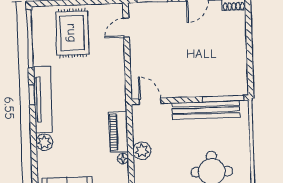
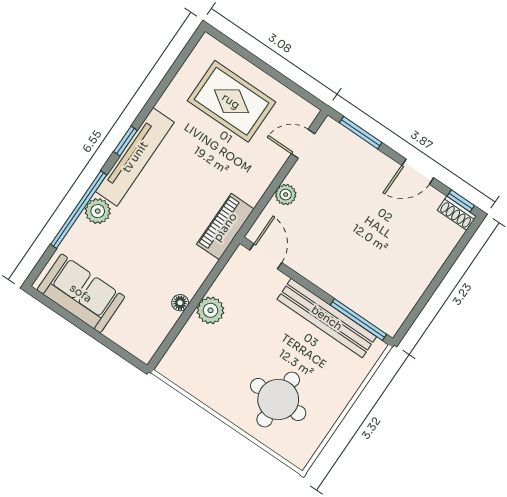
rug: (72, 33) -> (231, 101), turned 90
window: (30, 39) -> (79, 210), moved
plant: (137, 61) -> (286, 195), added
piano: (118, 132) -> (225, 227), moved

